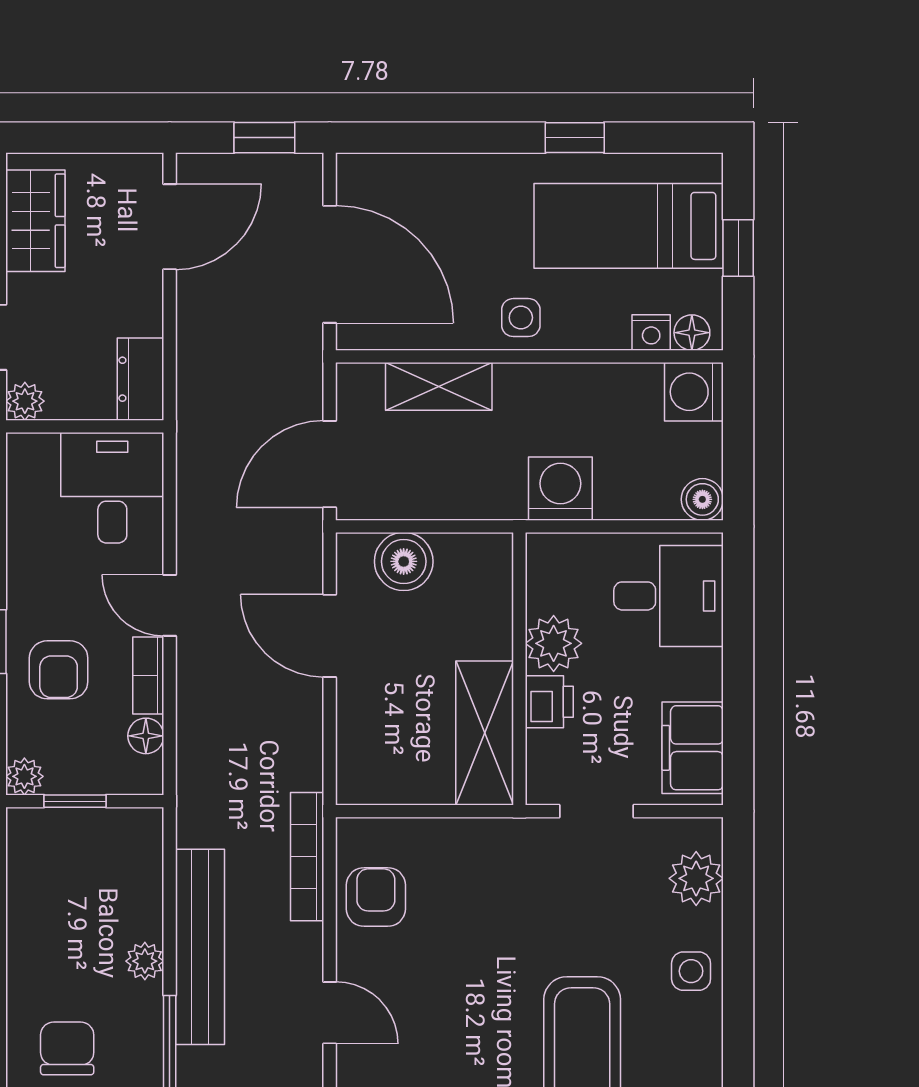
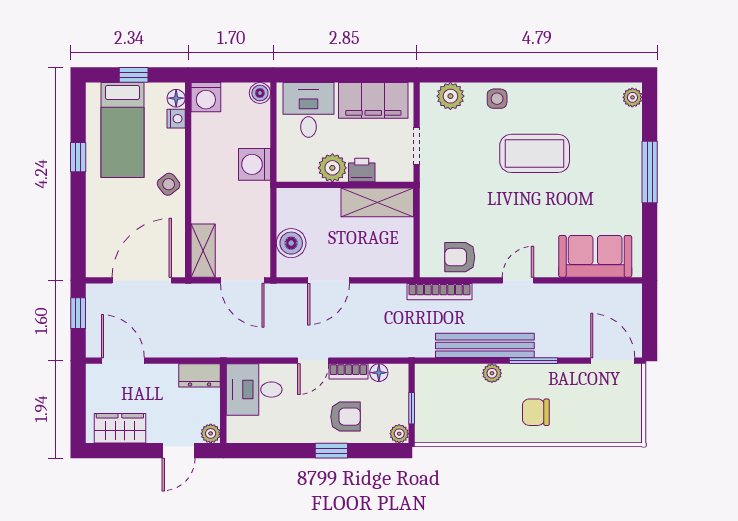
side table: (521, 318) -> (169, 184), turned -38
shelving: (439, 386) -> (203, 251), moved
filing cabinet: (693, 748) -> (373, 100), width x1.50, depth x1.17

